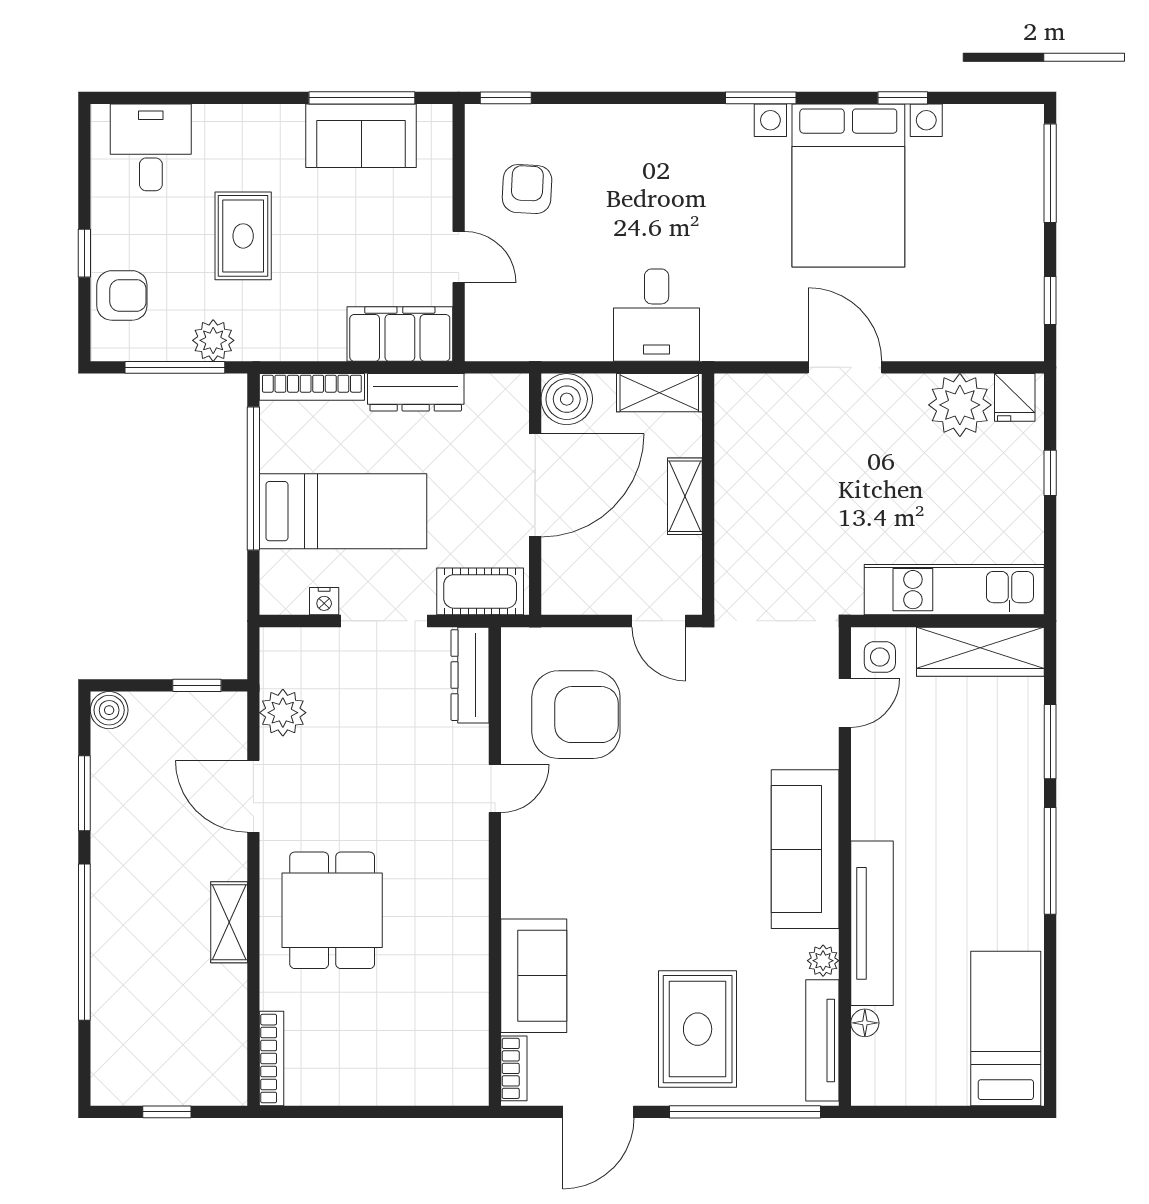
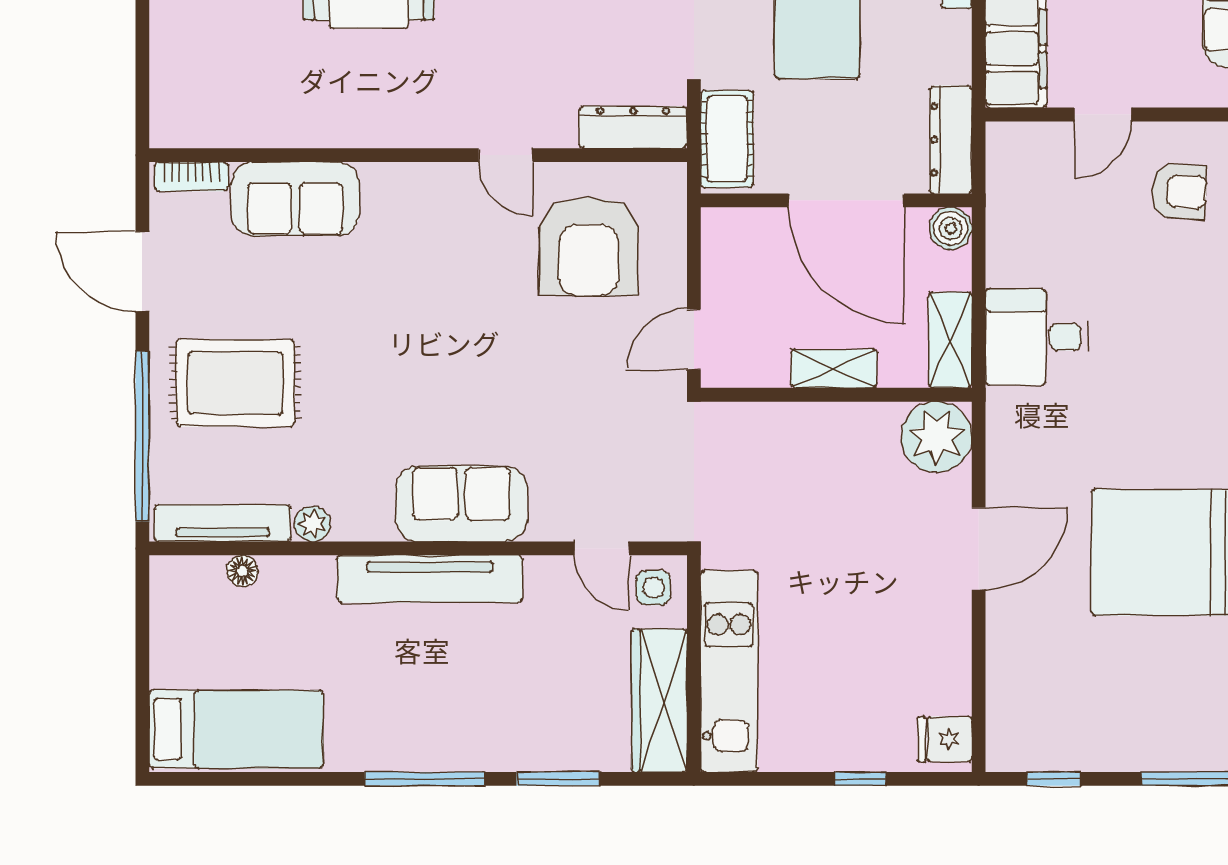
dresser: (416, 392) -> (951, 140), moved
boiler: (567, 399) -> (951, 228), width x0.73, depth x0.73
plant: (960, 405) -> (936, 437), moved
sofa: (805, 849) -> (461, 504), width x0.73
tv unit: (872, 923) -> (430, 579), moved

